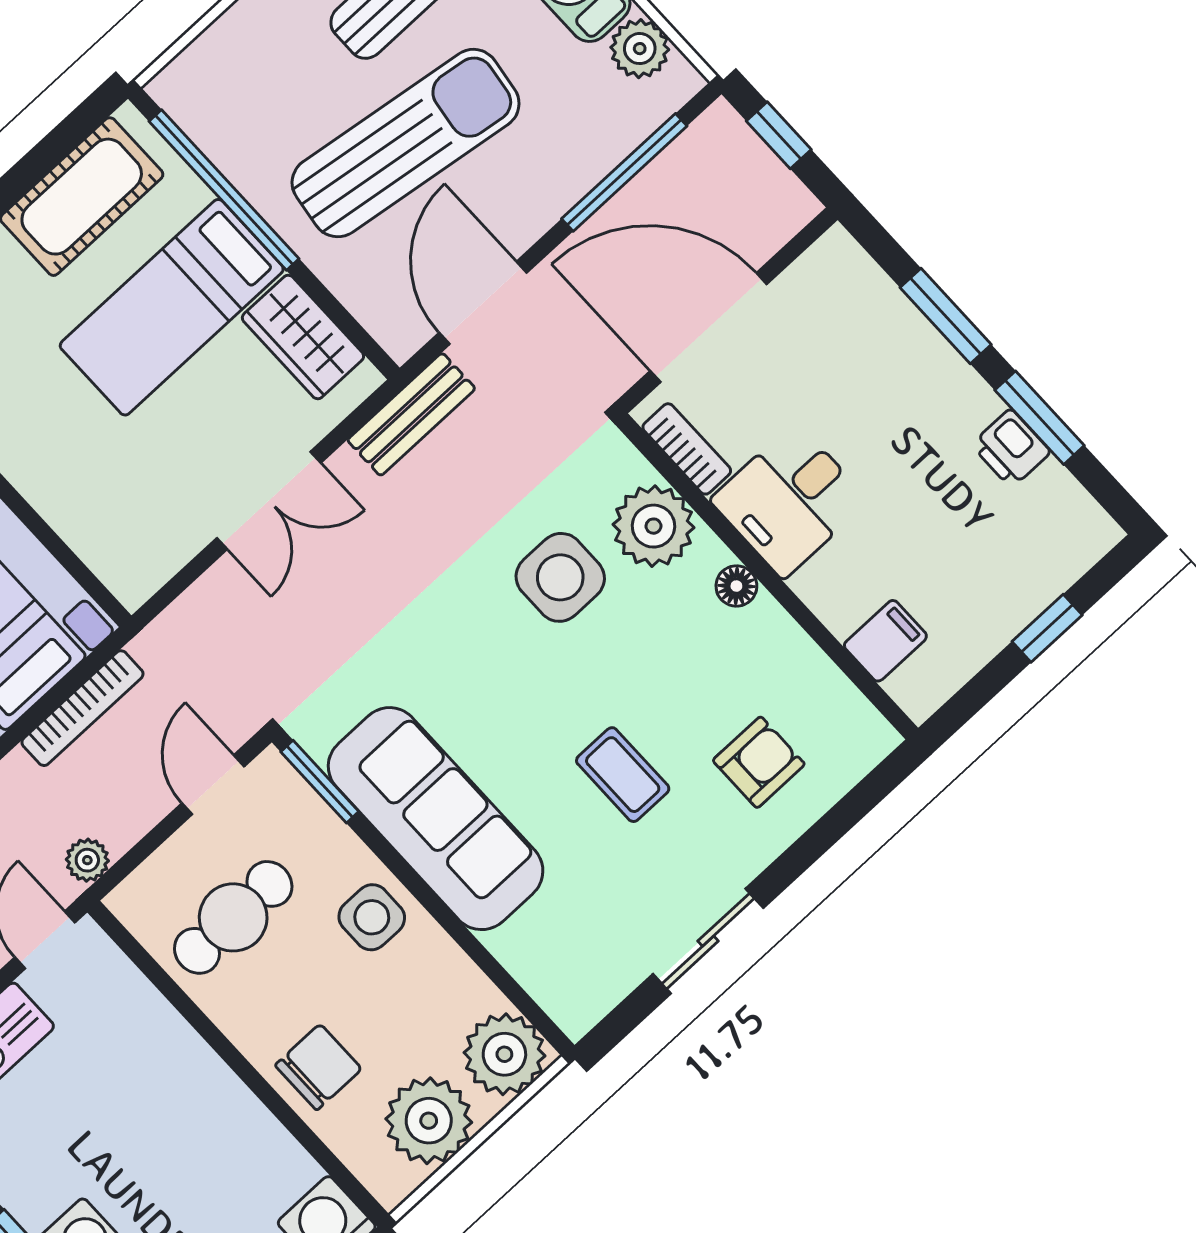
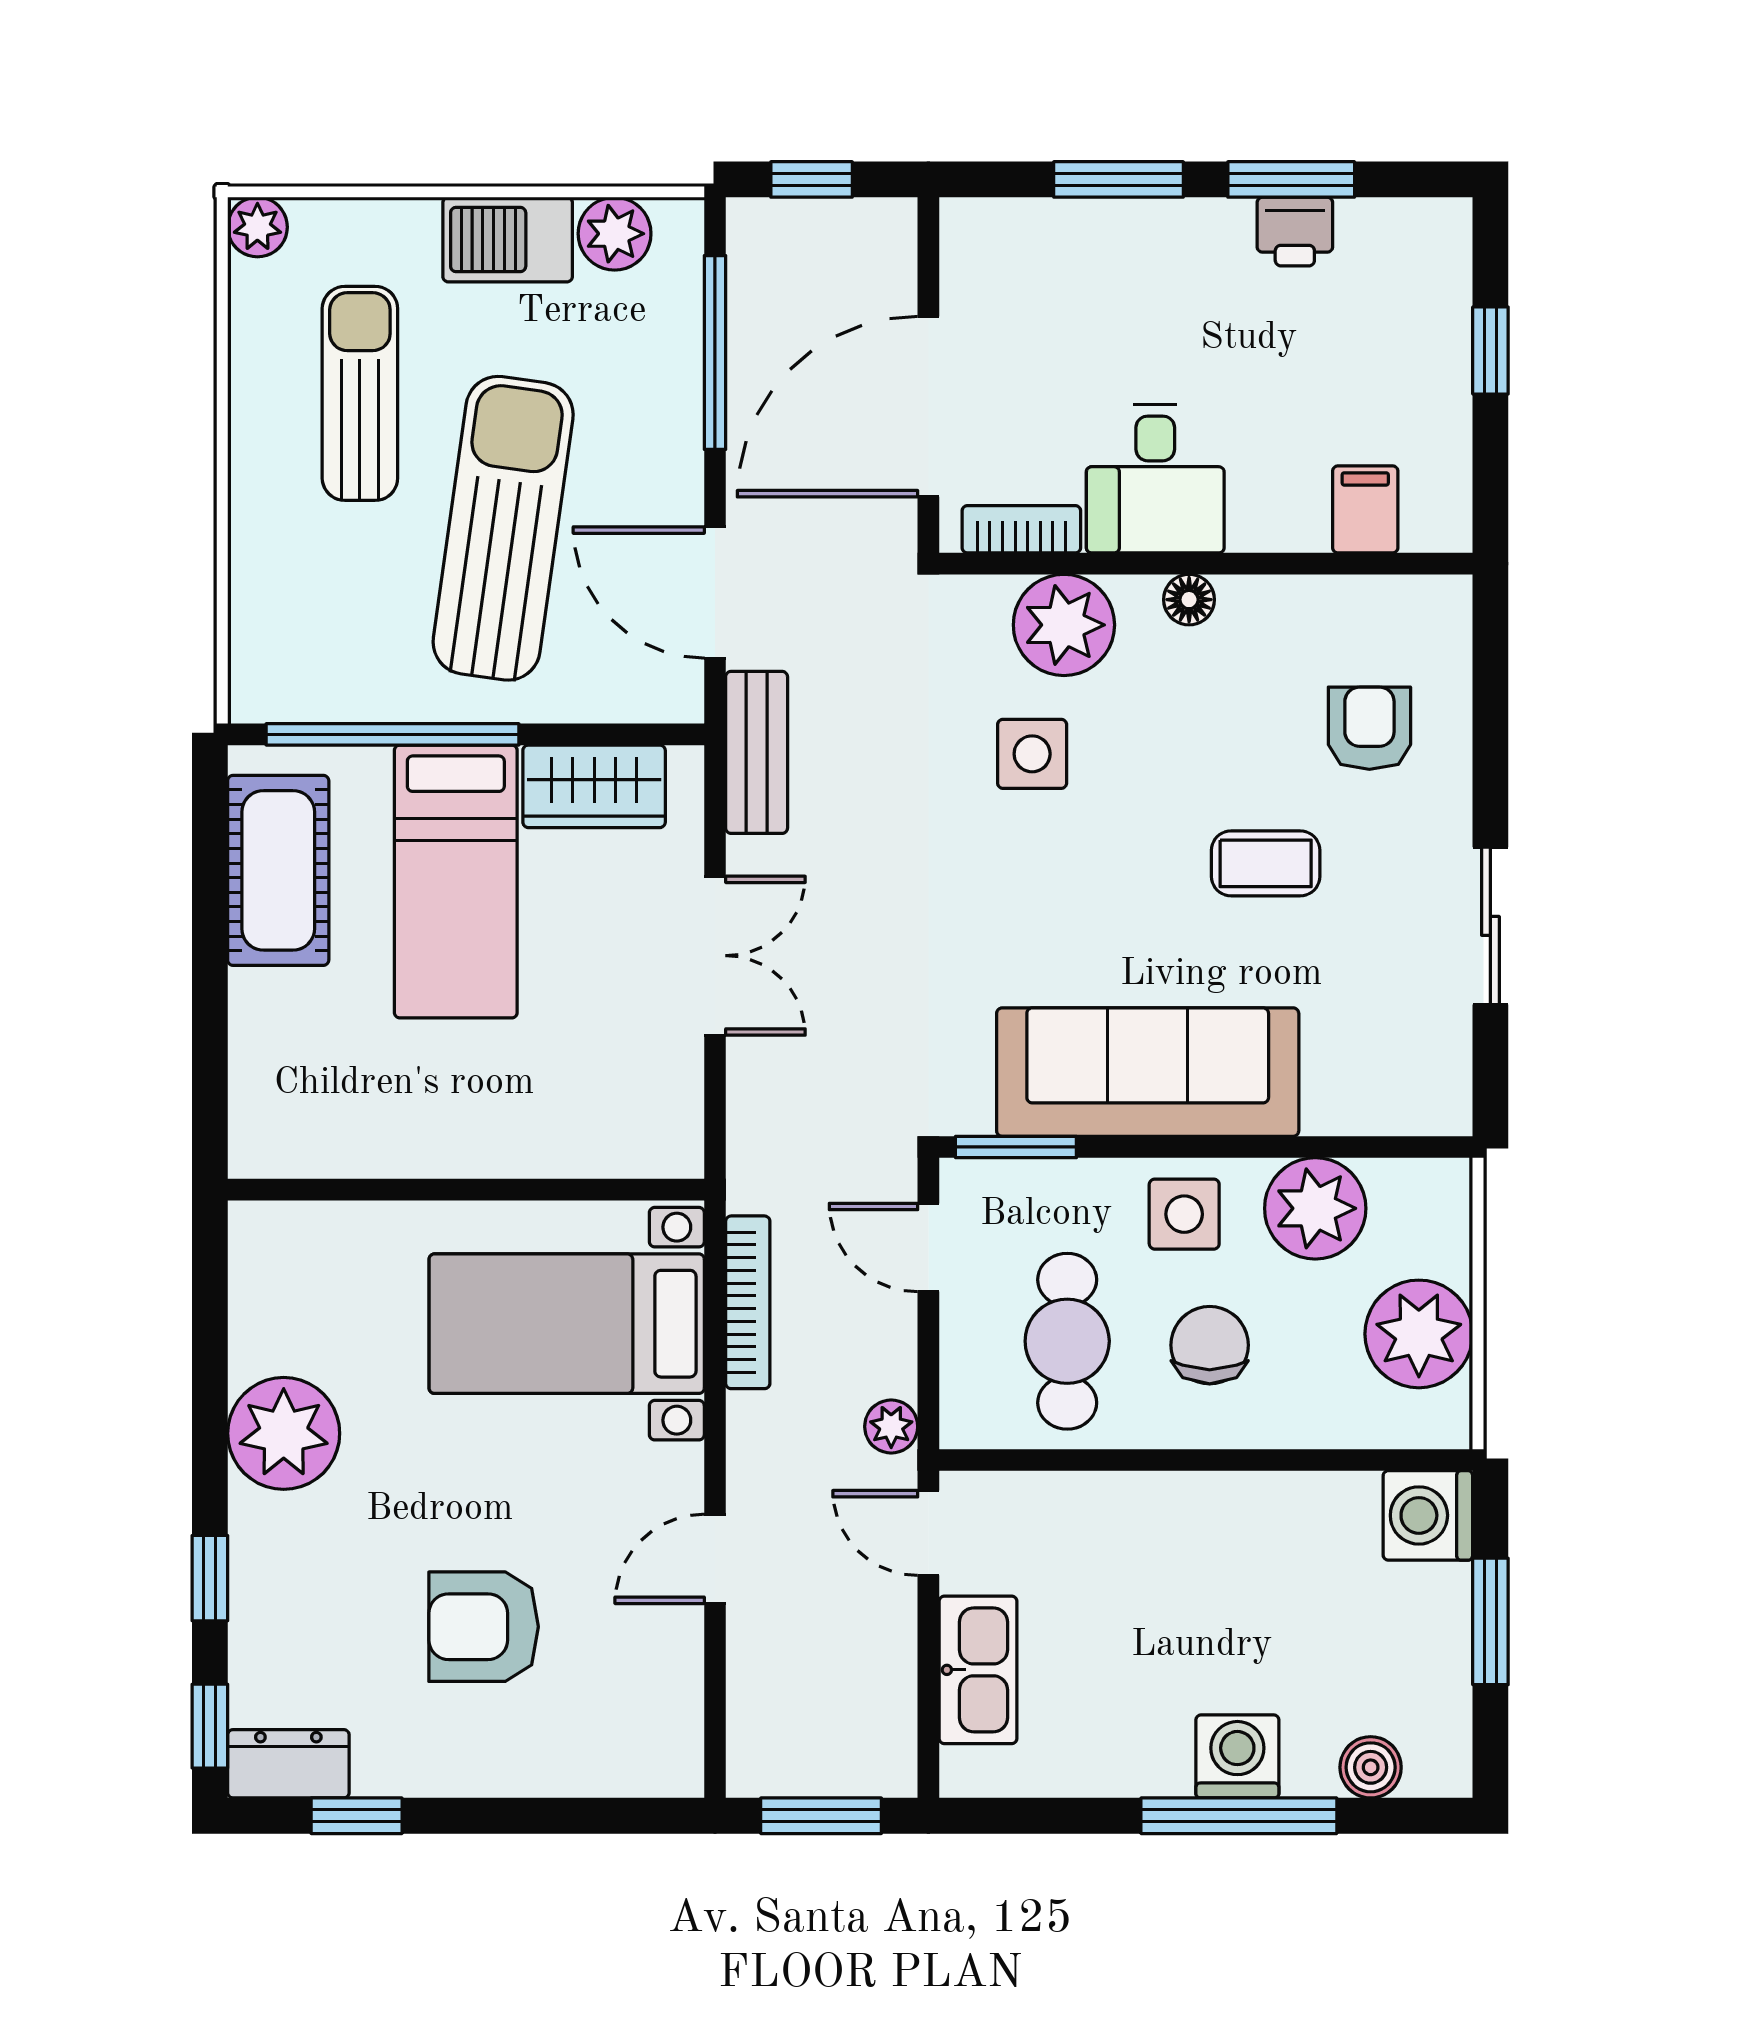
side table: (560, 577) -> (1032, 754), width x0.73, depth x0.73
plant: (504, 1054) -> (1315, 1208), moved
chair: (318, 1067) -> (1210, 1345), moved

